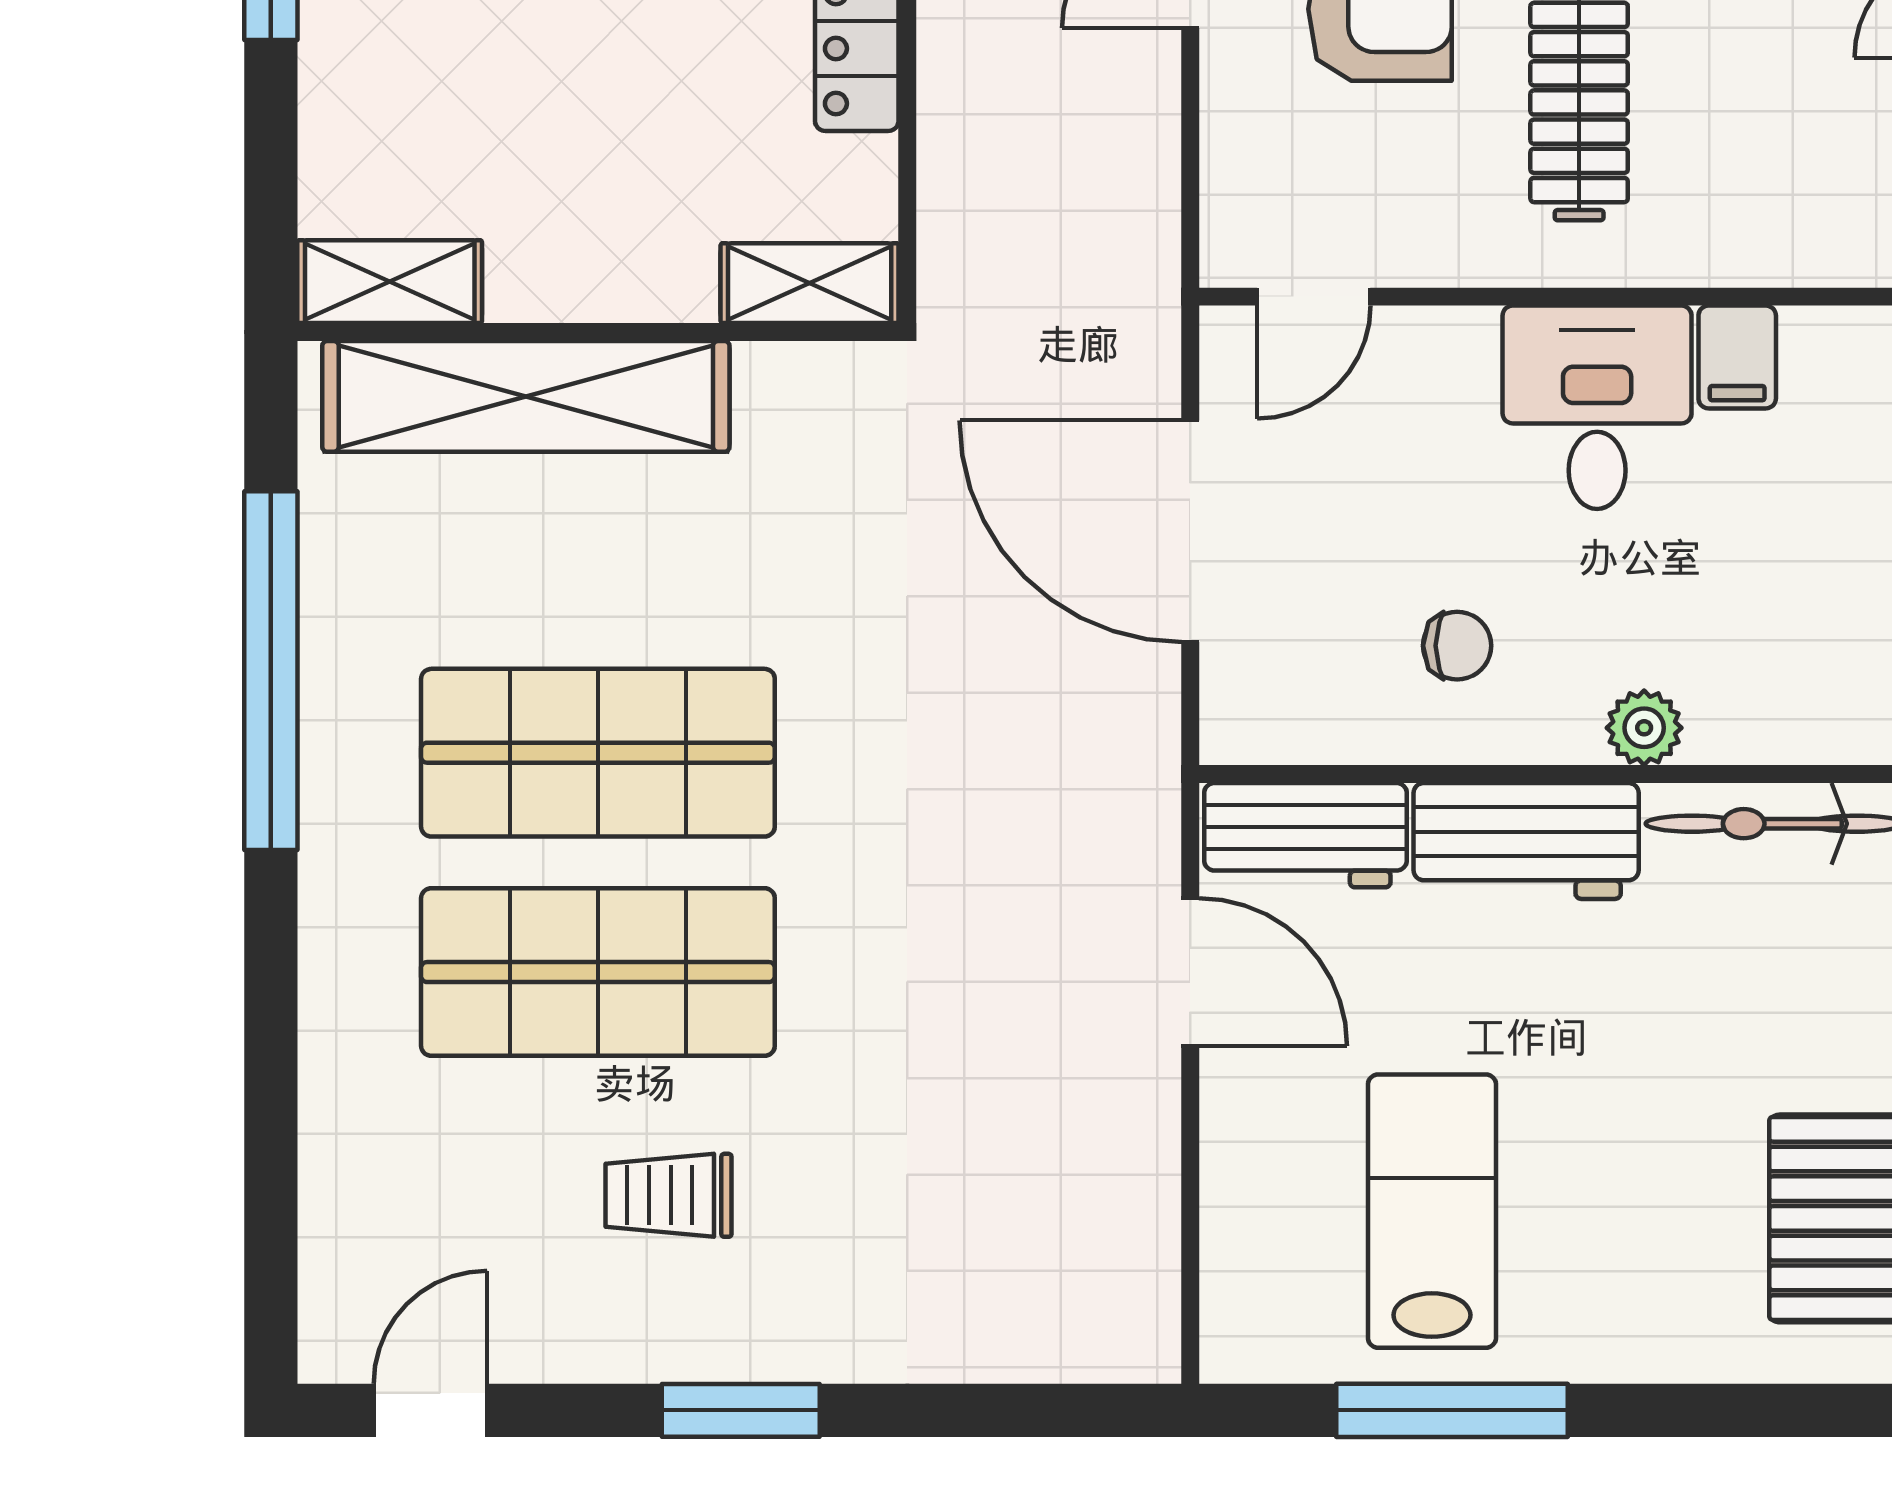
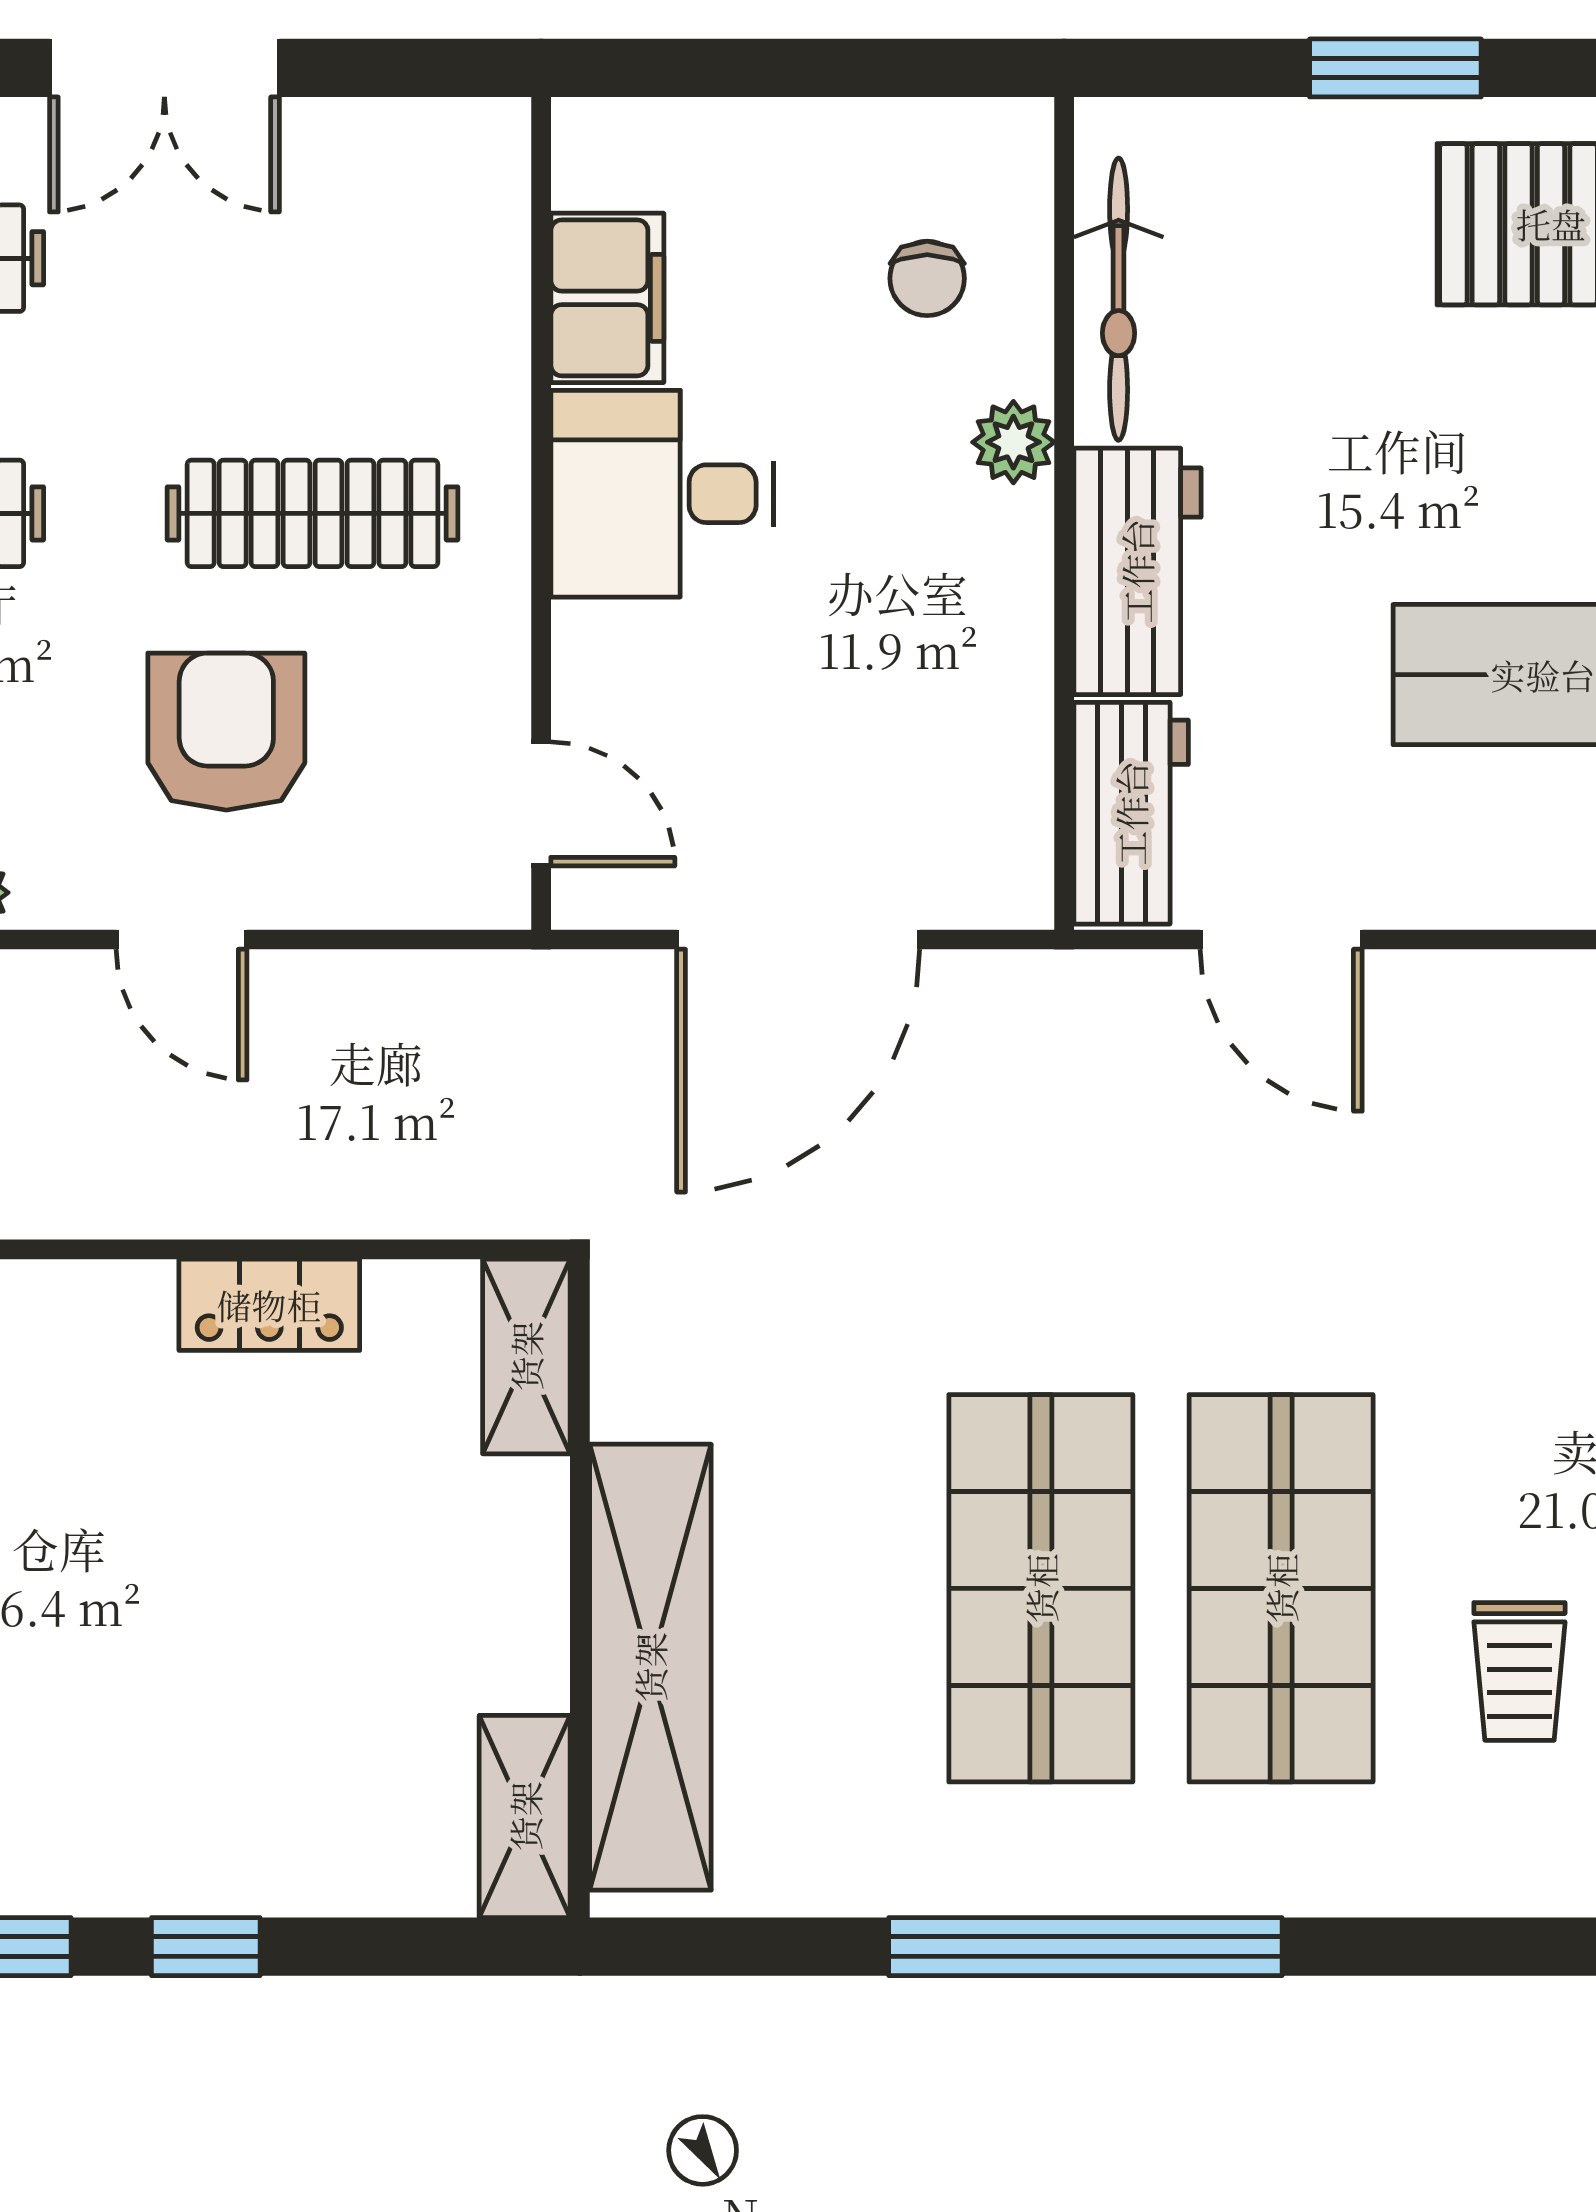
filing cabinet: (1737, 357) -> (607, 298), width x2.00
chair: (1457, 646) -> (927, 278), moved, turned 180
window: (271, 671) -> (1085, 1947), moved
door: (1190, 972) -> (1281, 939), swing flipped
trolley: (669, 1195) -> (1519, 1671), moved

